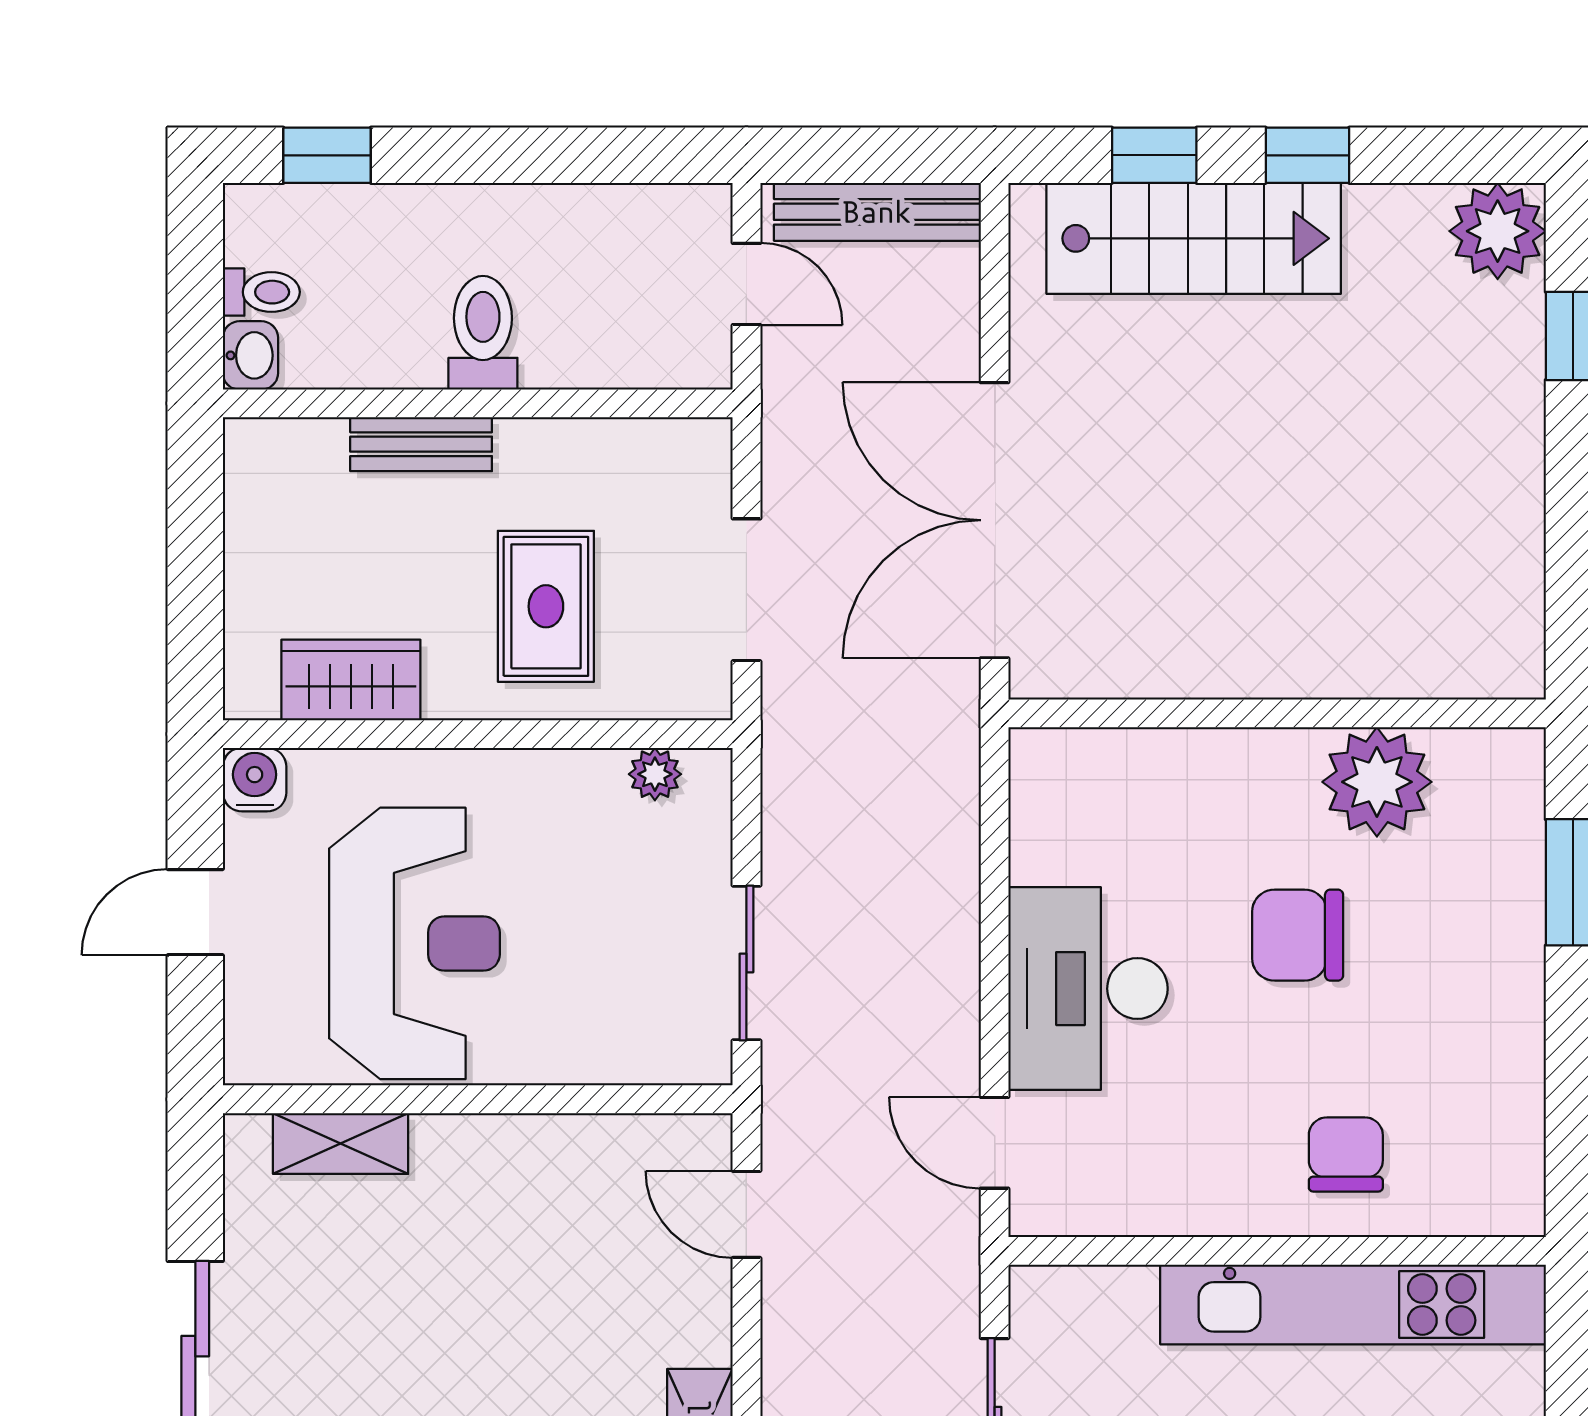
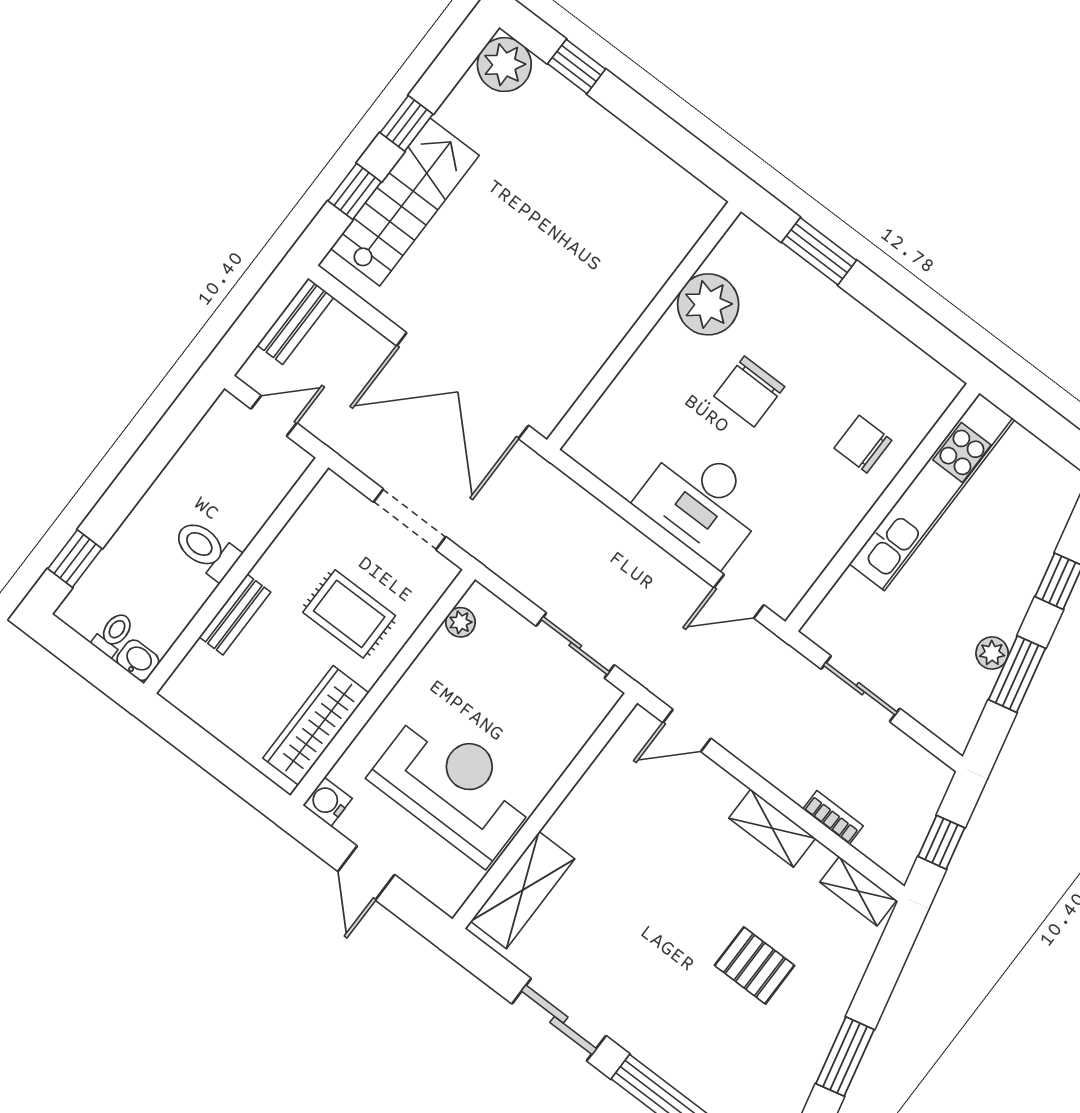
bench: (877, 212) -> (295, 321), width x0.73
wardrobe: (351, 680) -> (316, 725), width x1.50
shelving: (341, 1143) -> (523, 890), width x1.50, depth x1.33

